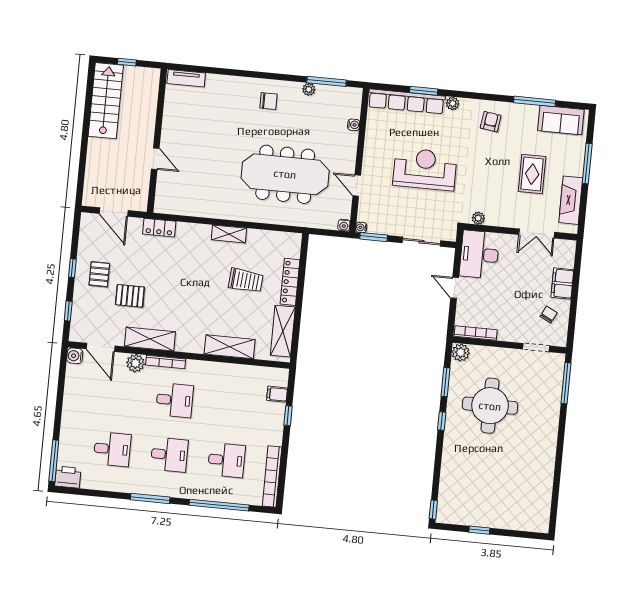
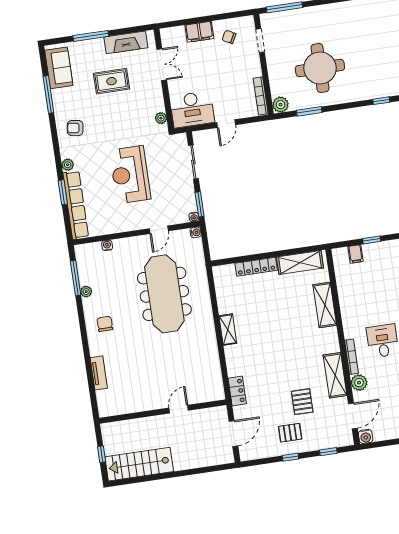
tv unit: (186, 78) -> (99, 373), moved
trolley: (246, 280) -> (264, 305), removed
window: (442, 421) -> (381, 101), moved

